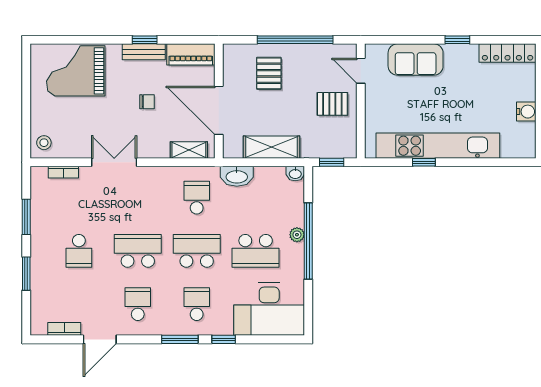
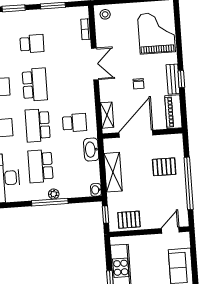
pallet: (332, 104) -> (129, 220), moved, turned 90
window: (308, 241) -> (50, 202), width x0.68
school desk: (79, 251) -> (32, 44), turned 180
school desk: (197, 251) -> (38, 125), turned 180

